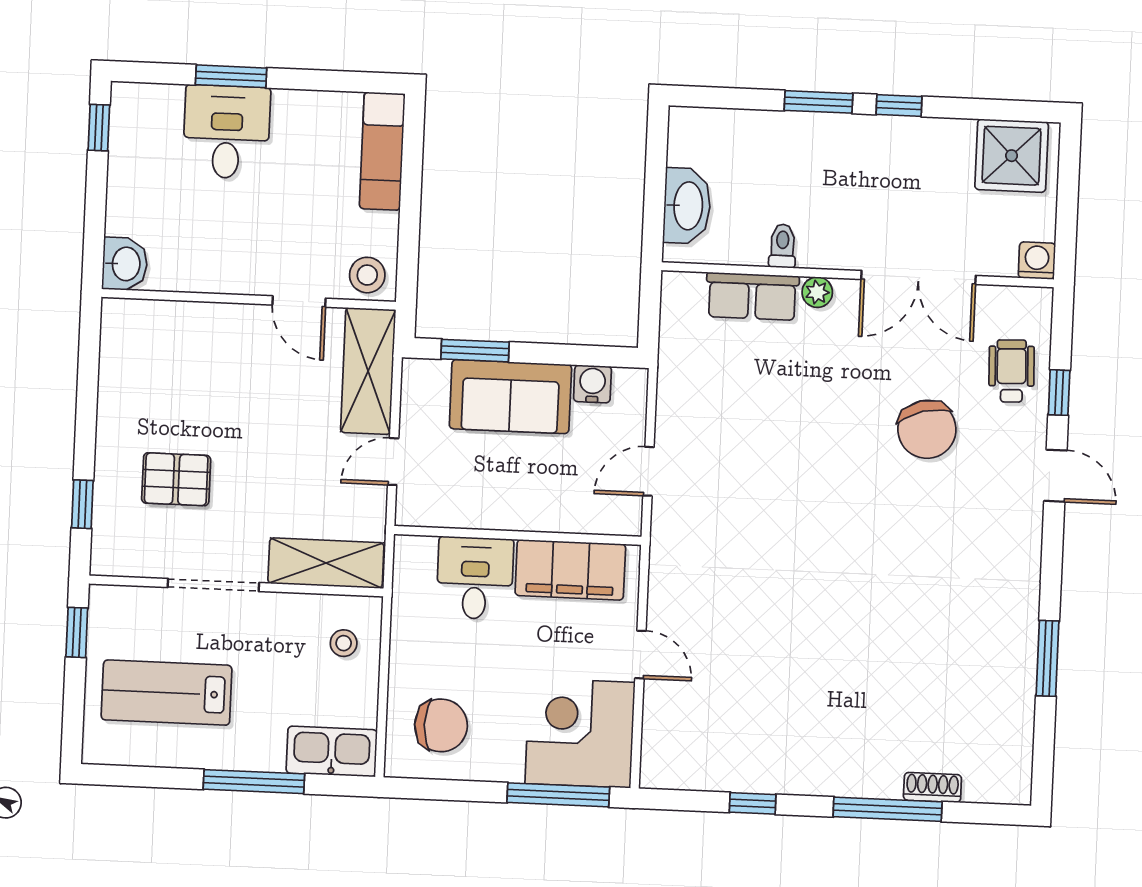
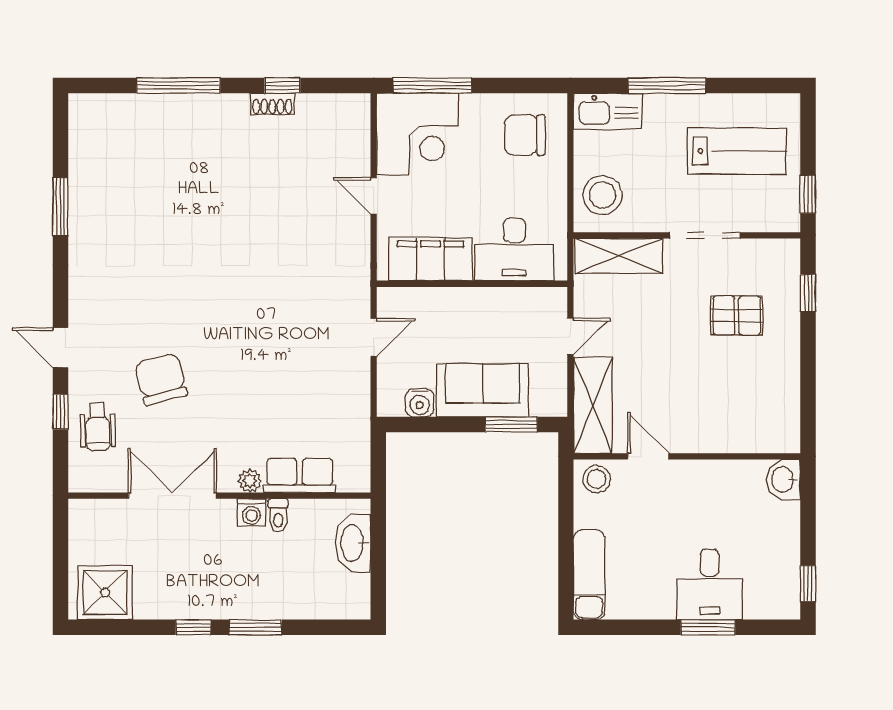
washing machine: (1037, 261) -> (252, 513), moved
desk: (475, 578) -> (514, 250), width x1.37
stool: (344, 643) -> (602, 195), width x1.89, depth x1.89
shoe rack: (932, 787) -> (272, 104), moved

